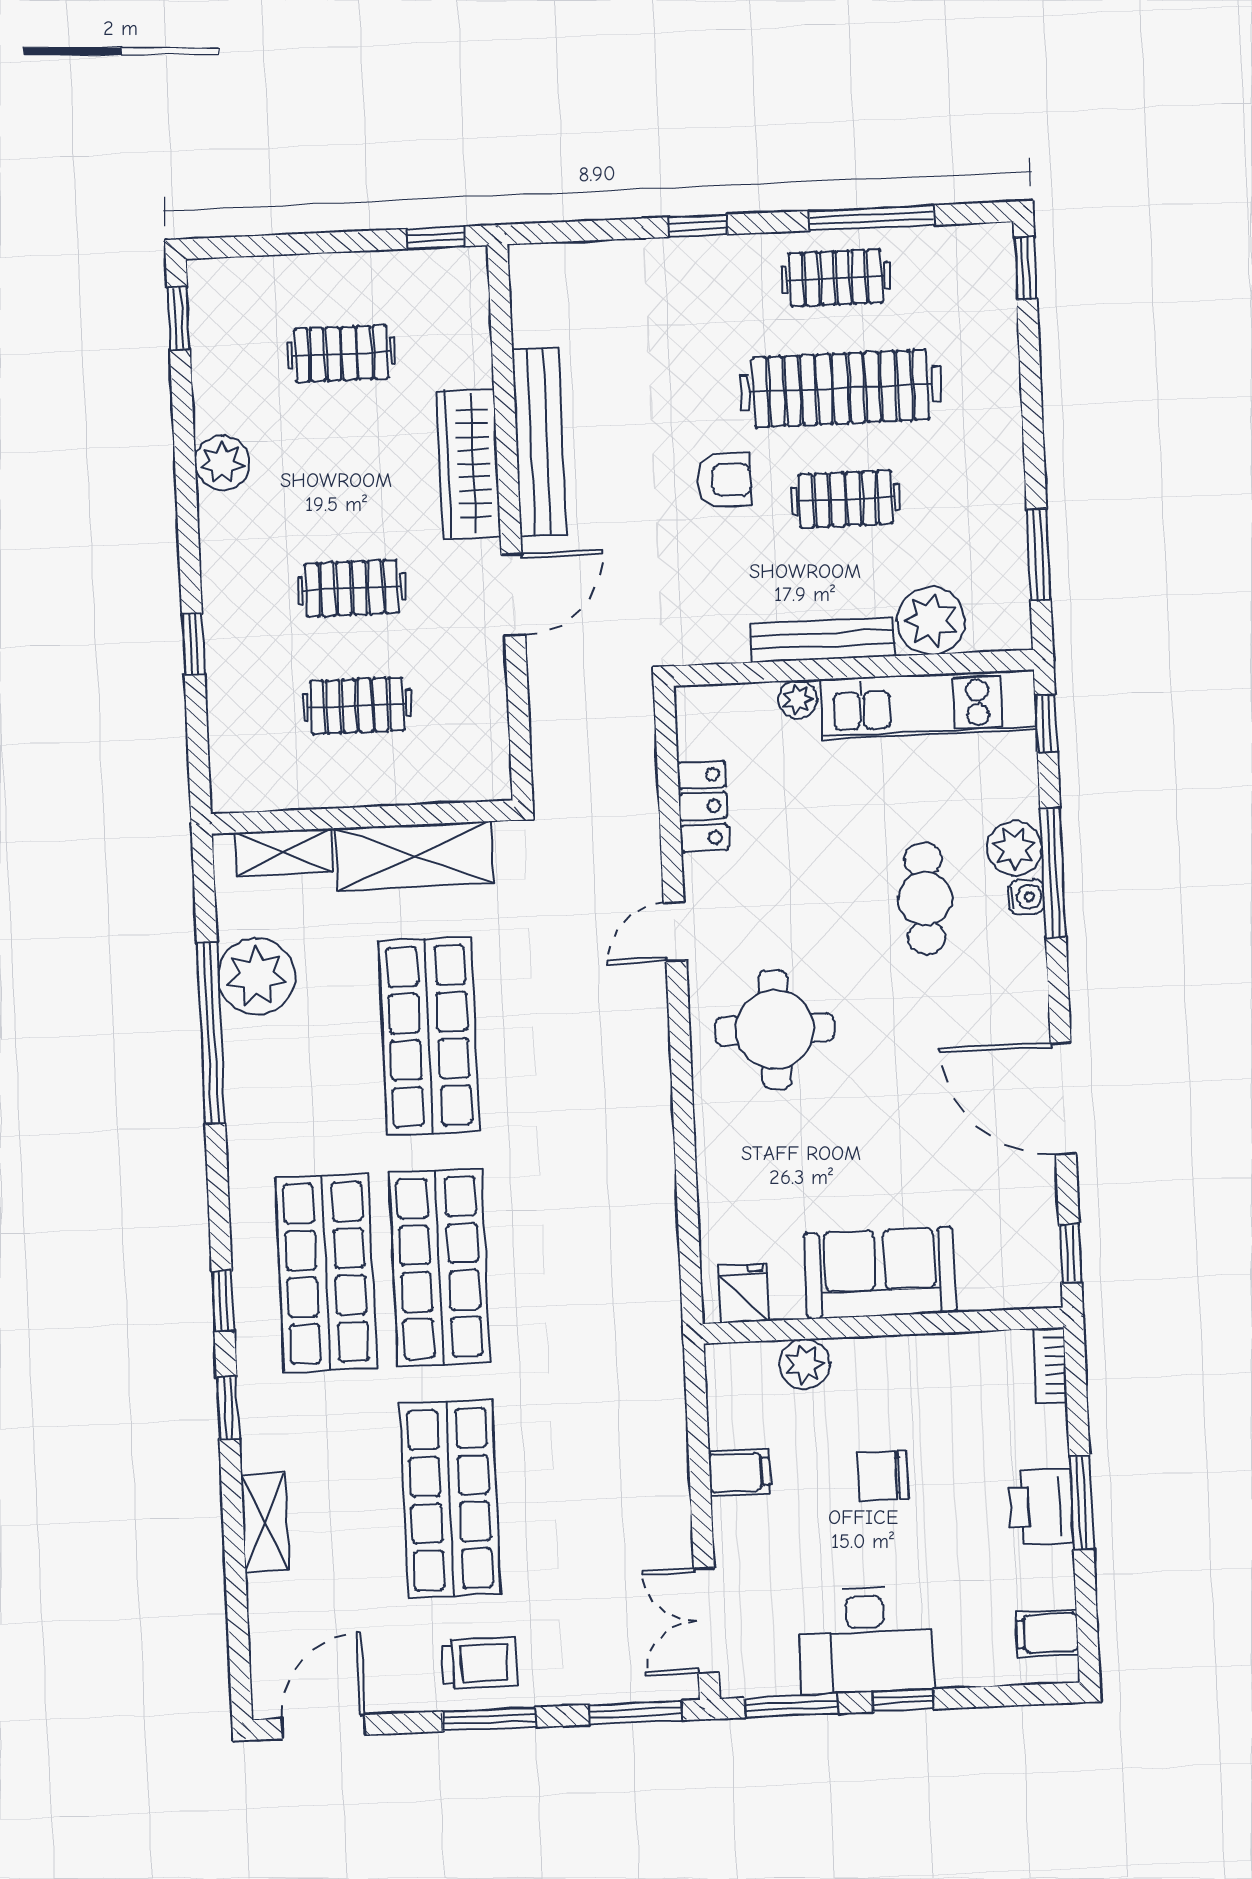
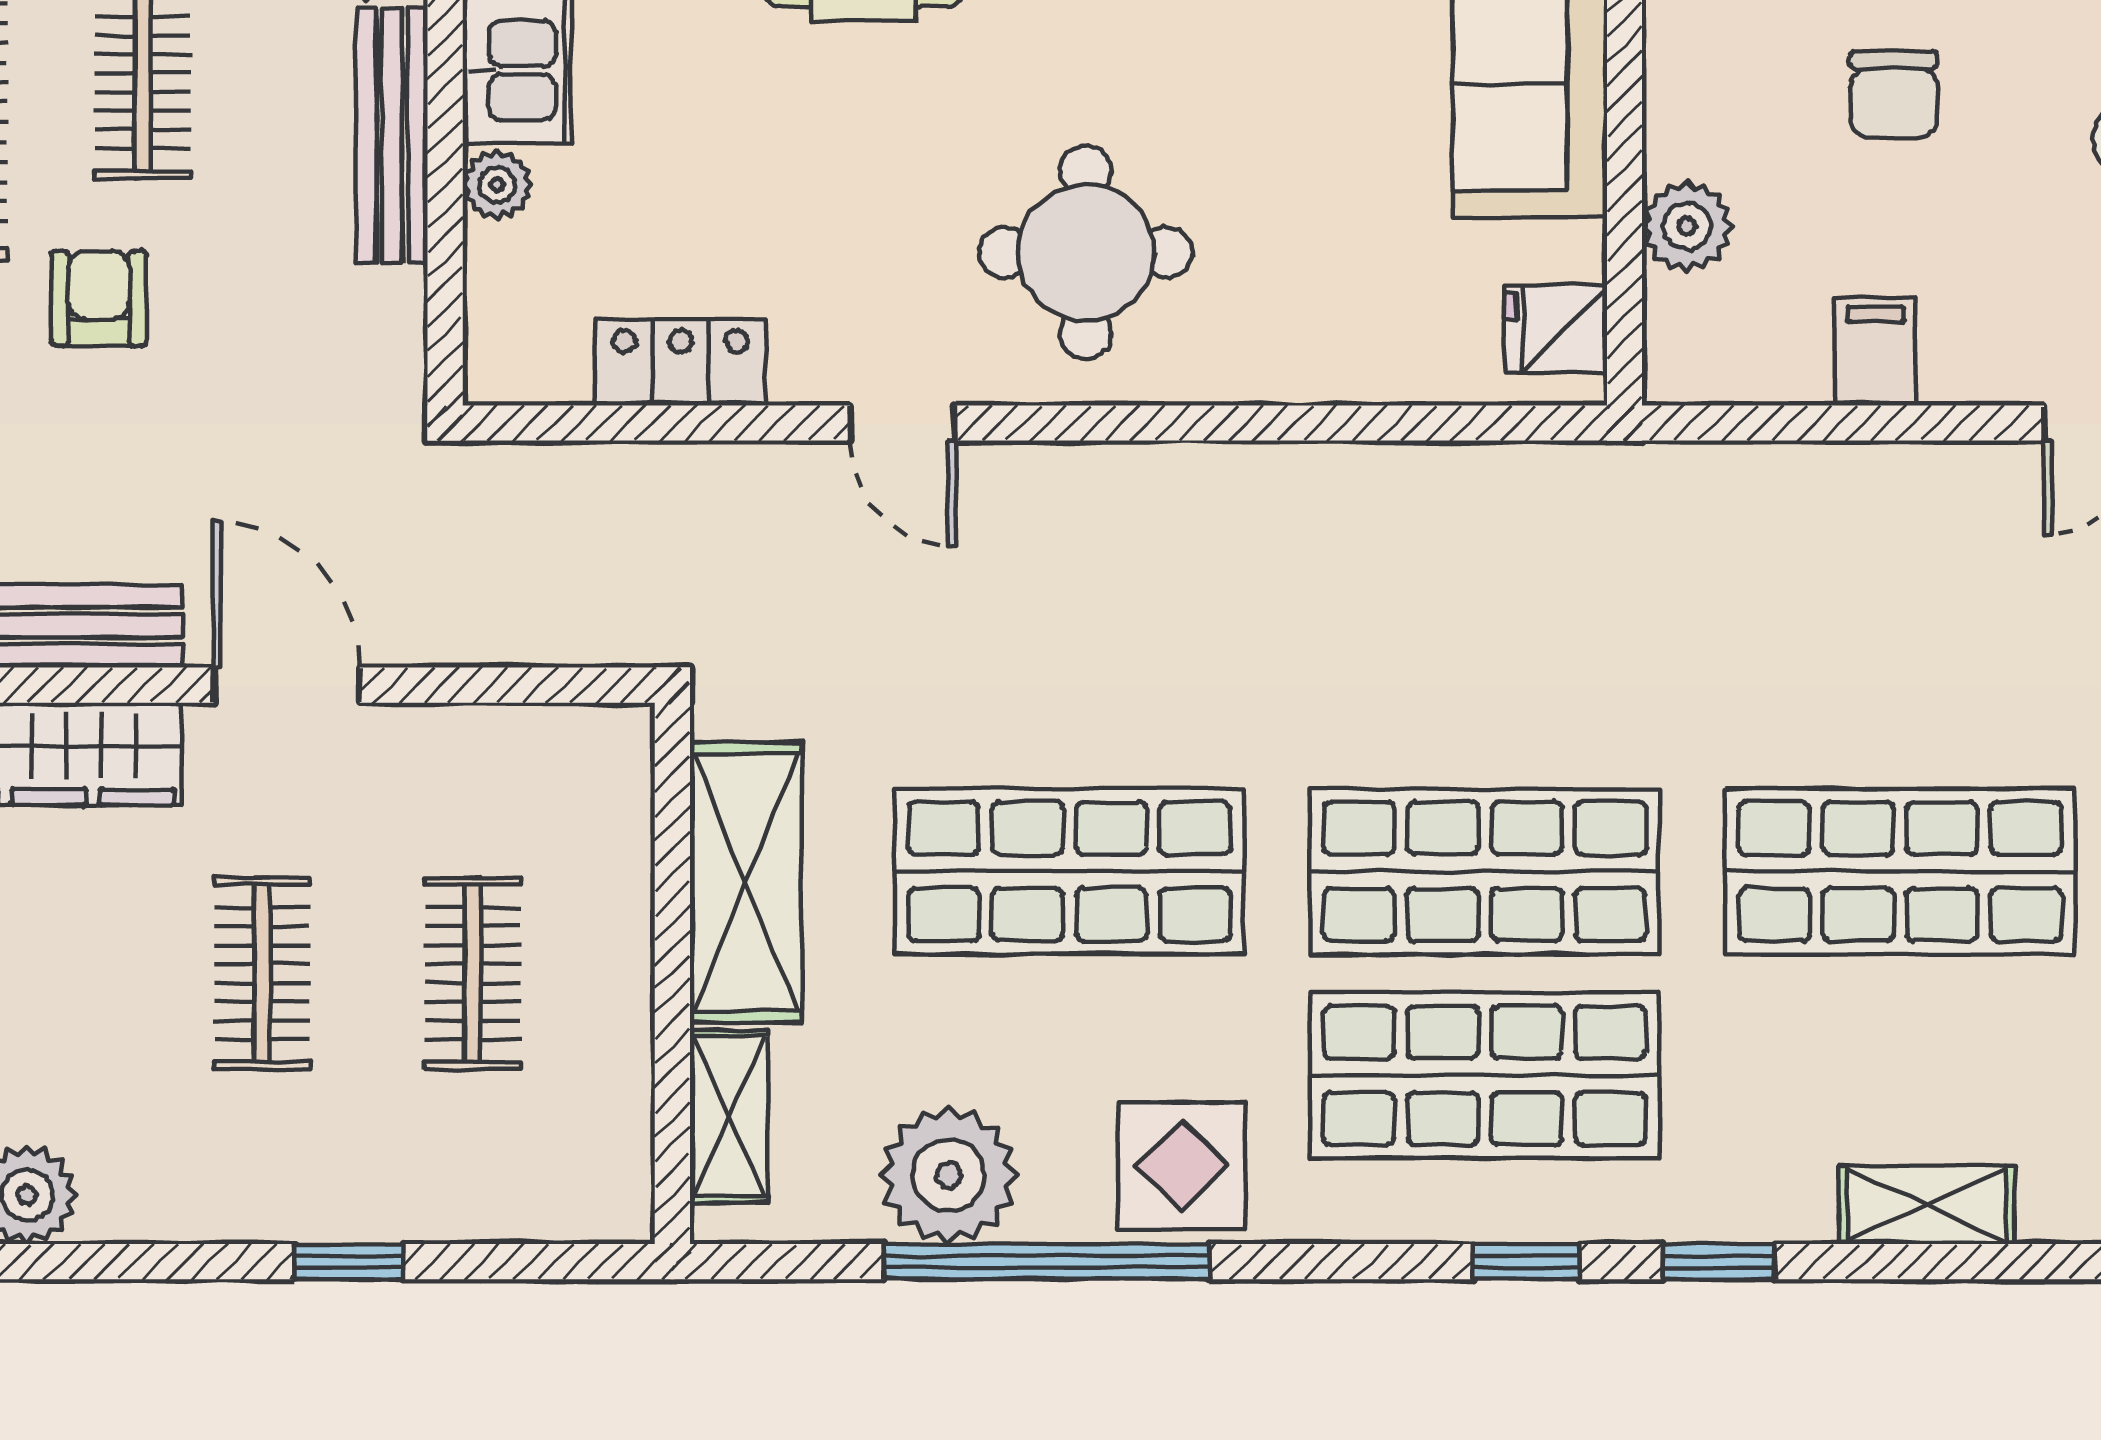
display table: (268, 1106) -> (1182, 1166), added

